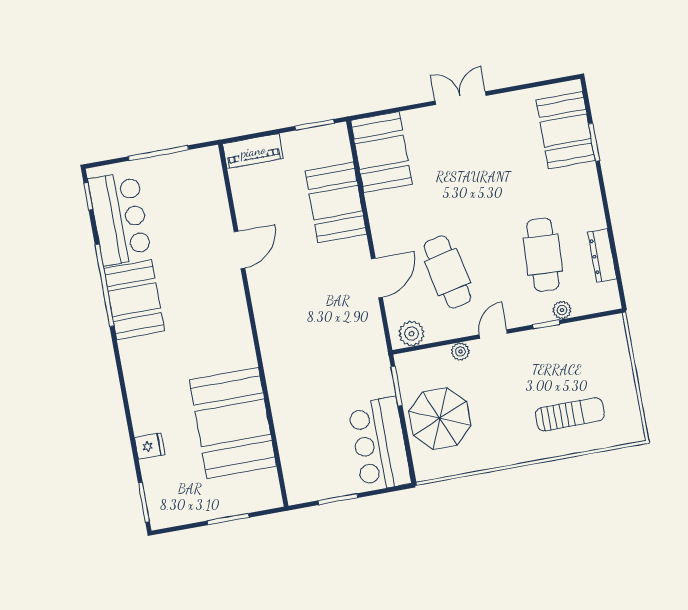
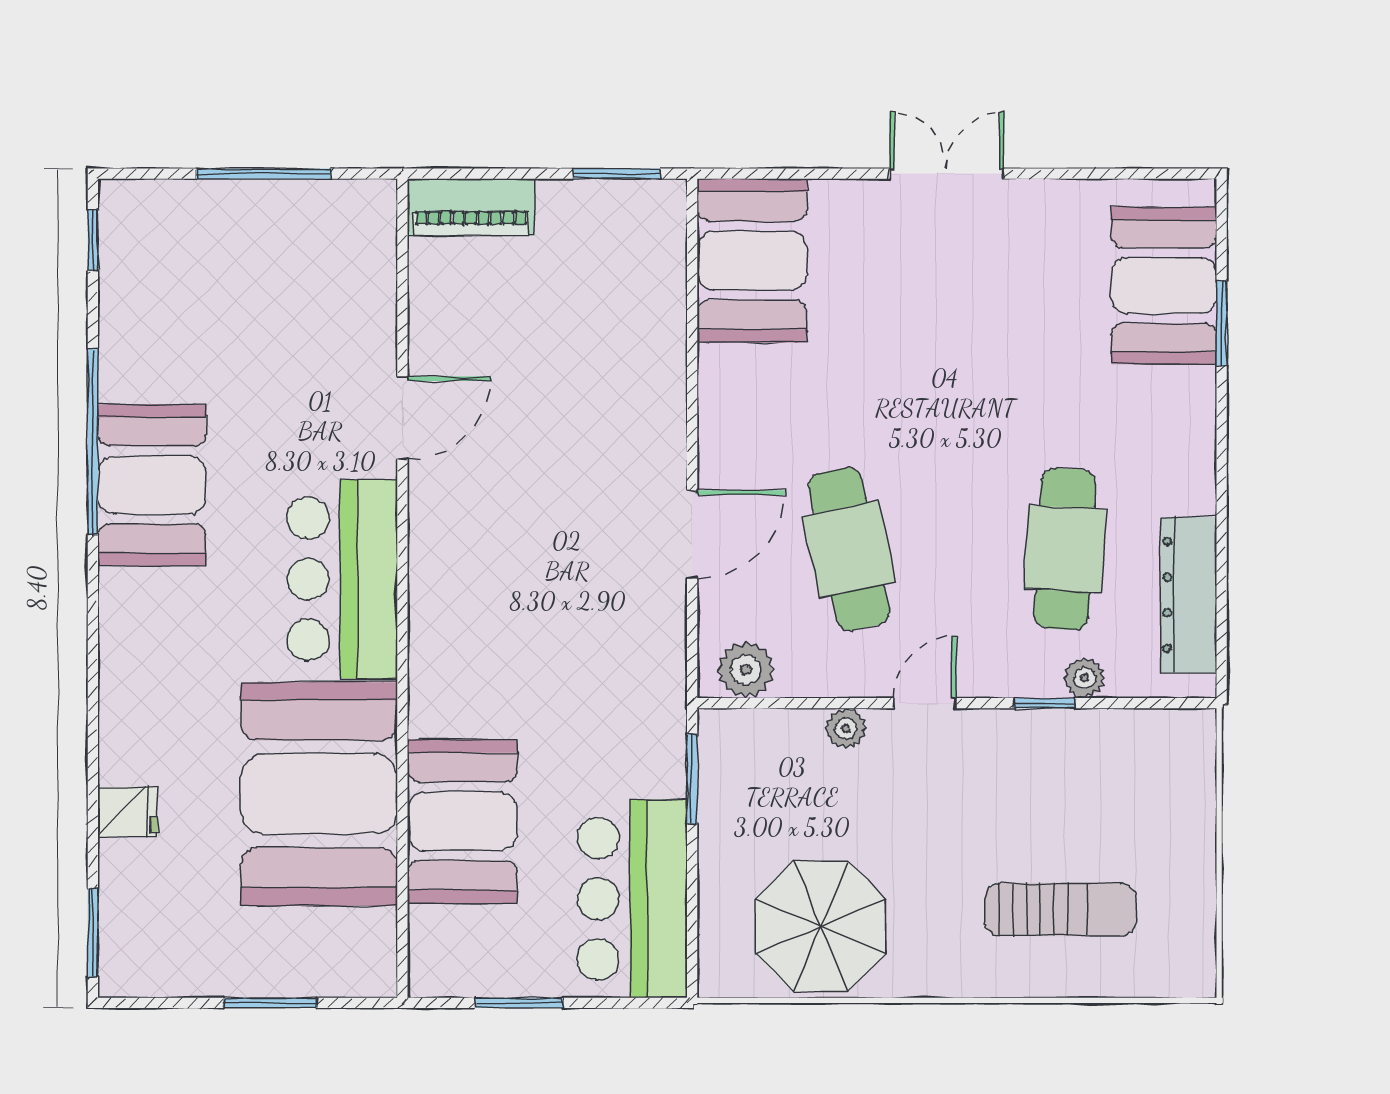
booth: (336, 203) -> (462, 821), moved
bar counter: (120, 218) -> (342, 579), moved, turned 180
dresser: (602, 255) -> (1189, 595), width x1.37, depth x1.24
parasol: (440, 418) -> (821, 927), moved

